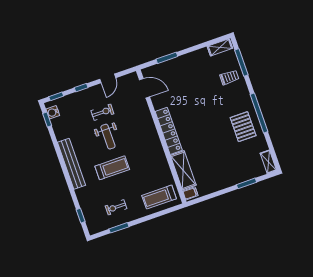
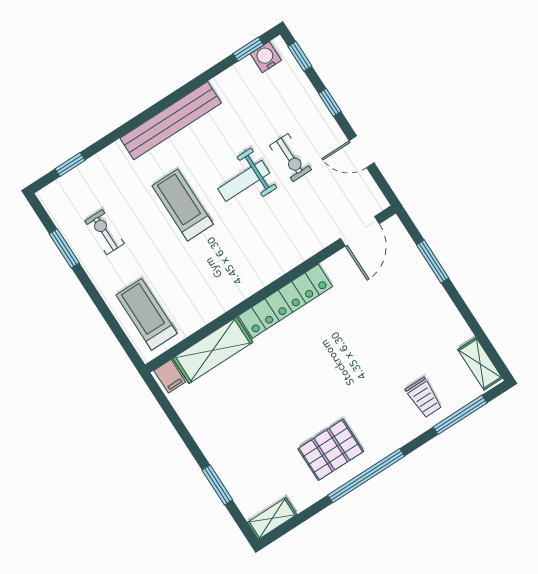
treadmill: (112, 168) -> (183, 205), turned 180

